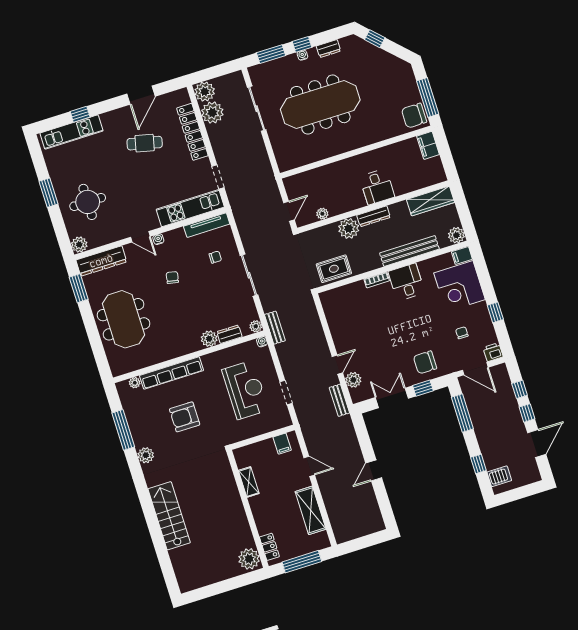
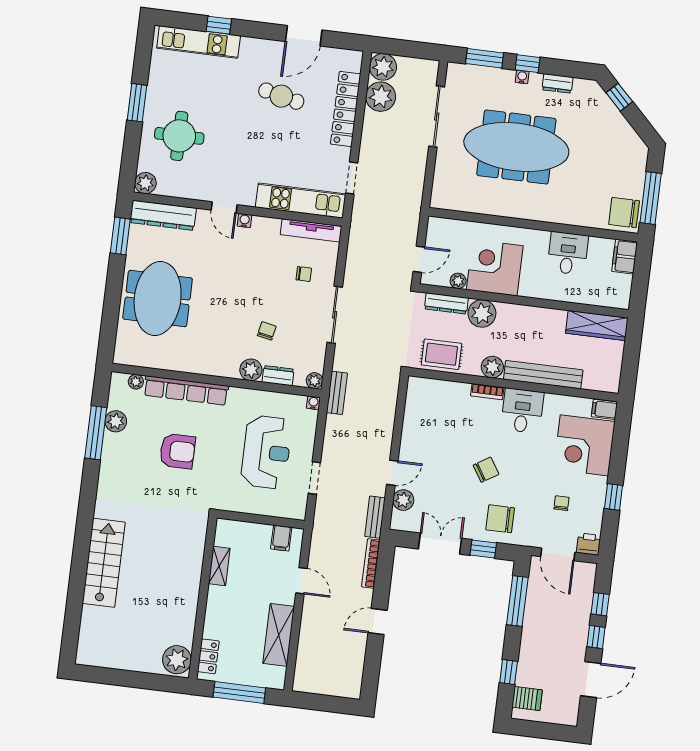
desk: (377, 187) -> (568, 253), moved, turned 180
corner desk: (343, 193) -> (495, 268), added
dresser: (374, 216) -> (446, 303), moved
plant: (456, 235) -> (492, 367), moved
chair: (172, 277) -> (267, 331), moved
chair: (400, 333) -> (486, 470), added
armchair: (185, 417) -> (177, 451), turned 180
bookcase: (351, 433) -> (371, 563), added
plant: (146, 455) -> (116, 421), moved

